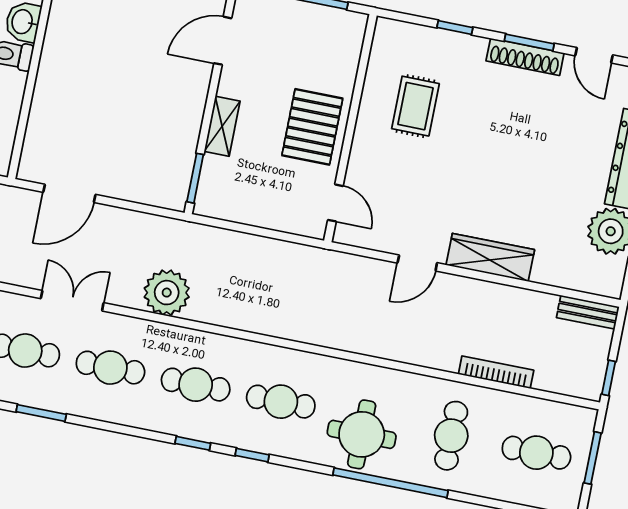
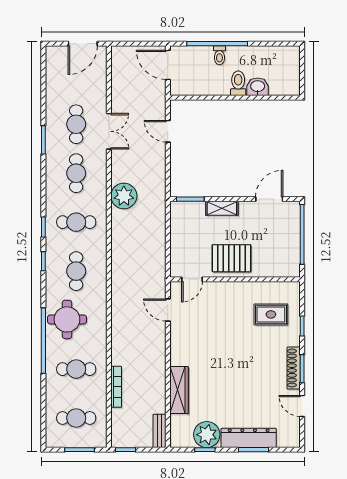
door: (223, 41) -> (269, 199), hinge flipped
door: (594, 55) -> (302, 406), hinge flipped
rug: (415, 106) -> (271, 314), moved
door: (69, 193) -> (168, 131), width x0.73
wardrobe: (490, 257) -> (179, 390), moved
door: (417, 263) -> (168, 310), moved
double door: (72, 301) -> (109, 131), moved
cafe table: (196, 385) -> (76, 222), turned 90
cafe table: (536, 453) -> (76, 418), turned 90

